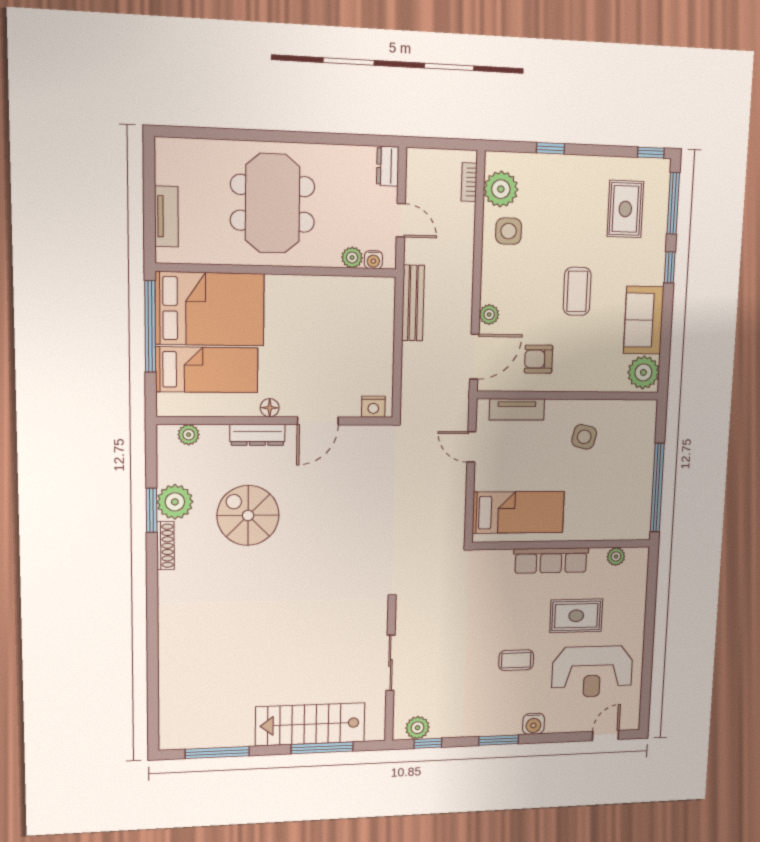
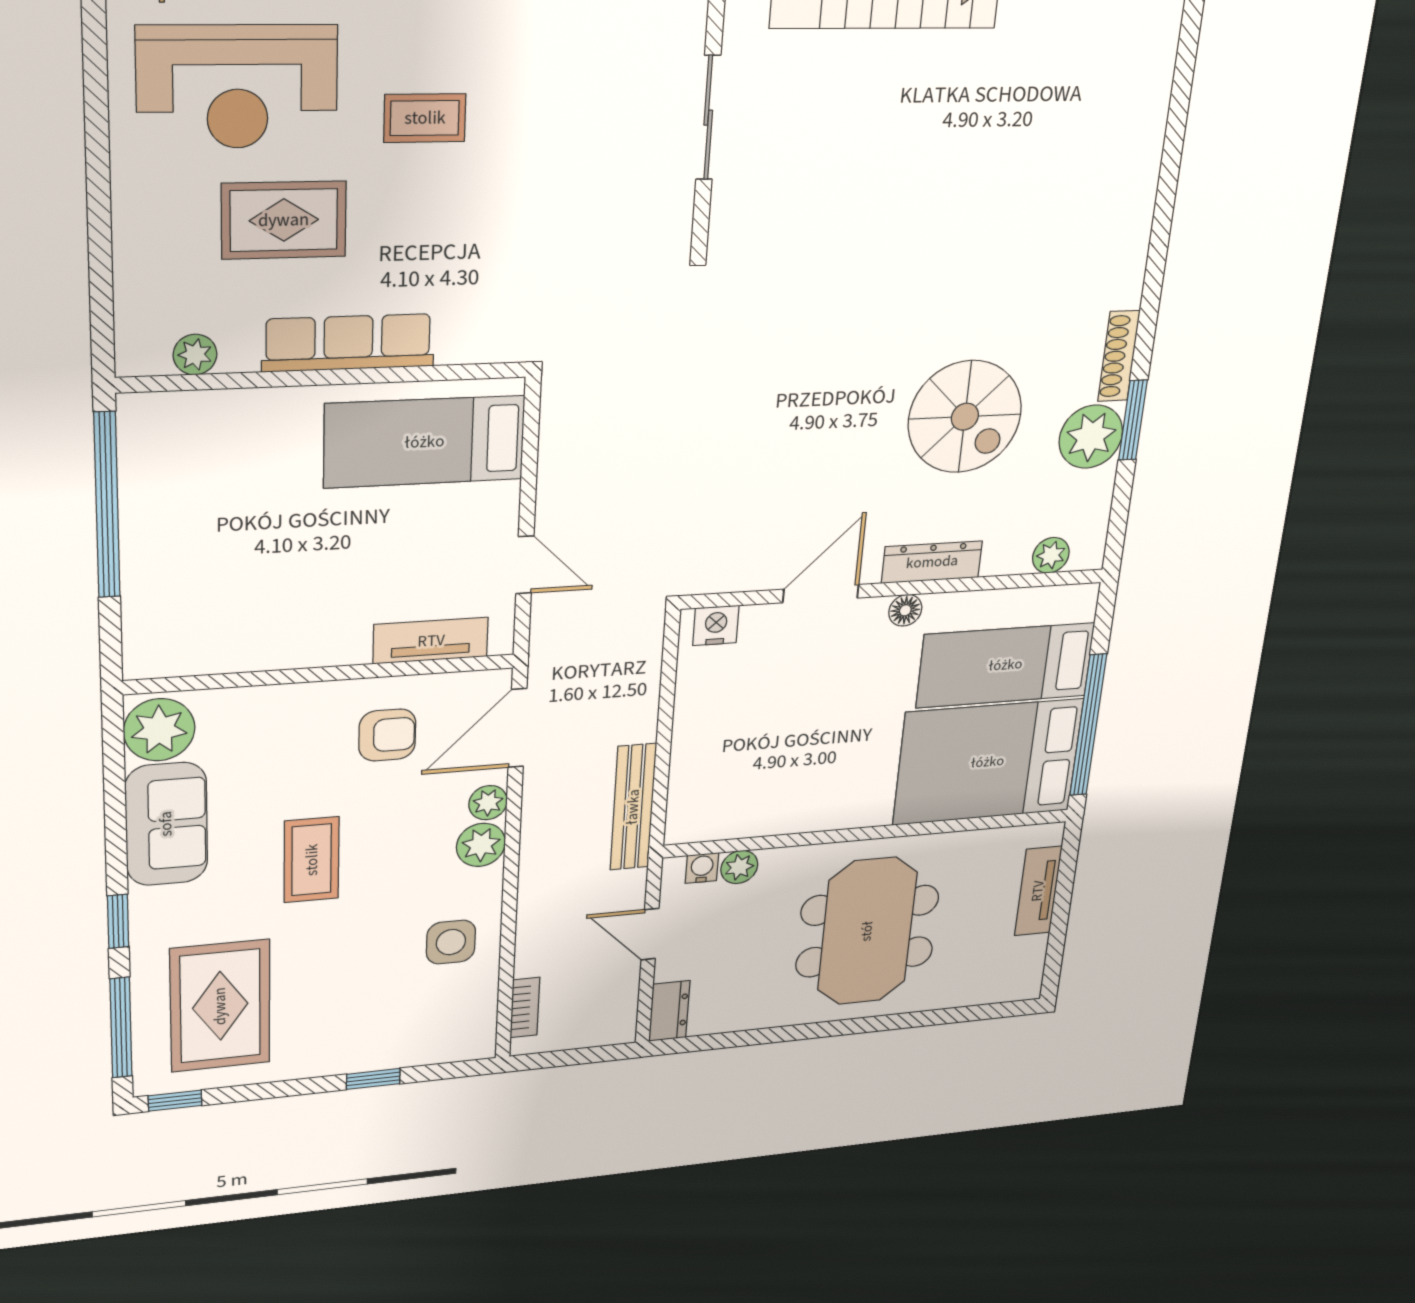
plant: (501, 189) -> (481, 845), moved, width x0.73, depth x0.73
rug: (625, 209) -> (220, 1006), width x1.36, depth x1.43
side table: (584, 437) -> (284, 598), removed
reception desk: (592, 672) -> (237, 87), turned 180

